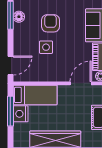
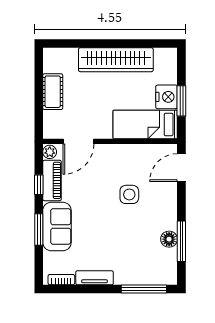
armchair: (51, 23) -> (123, 230), removed
window: (10, 111) -> (181, 101), width x0.69

